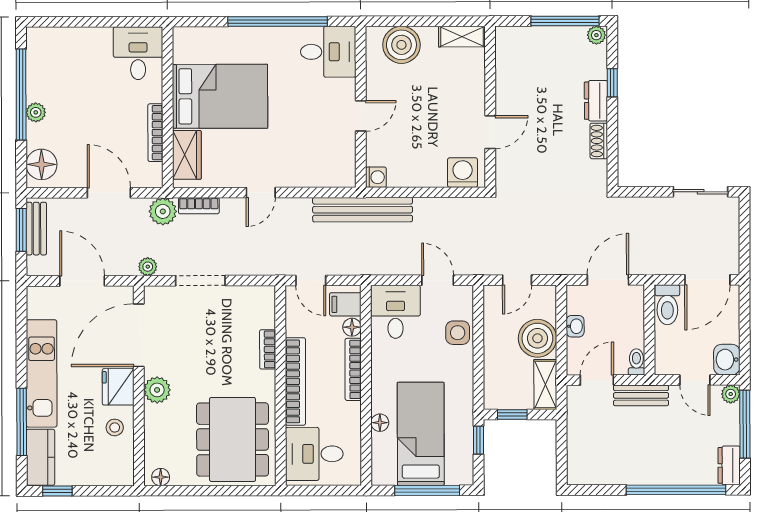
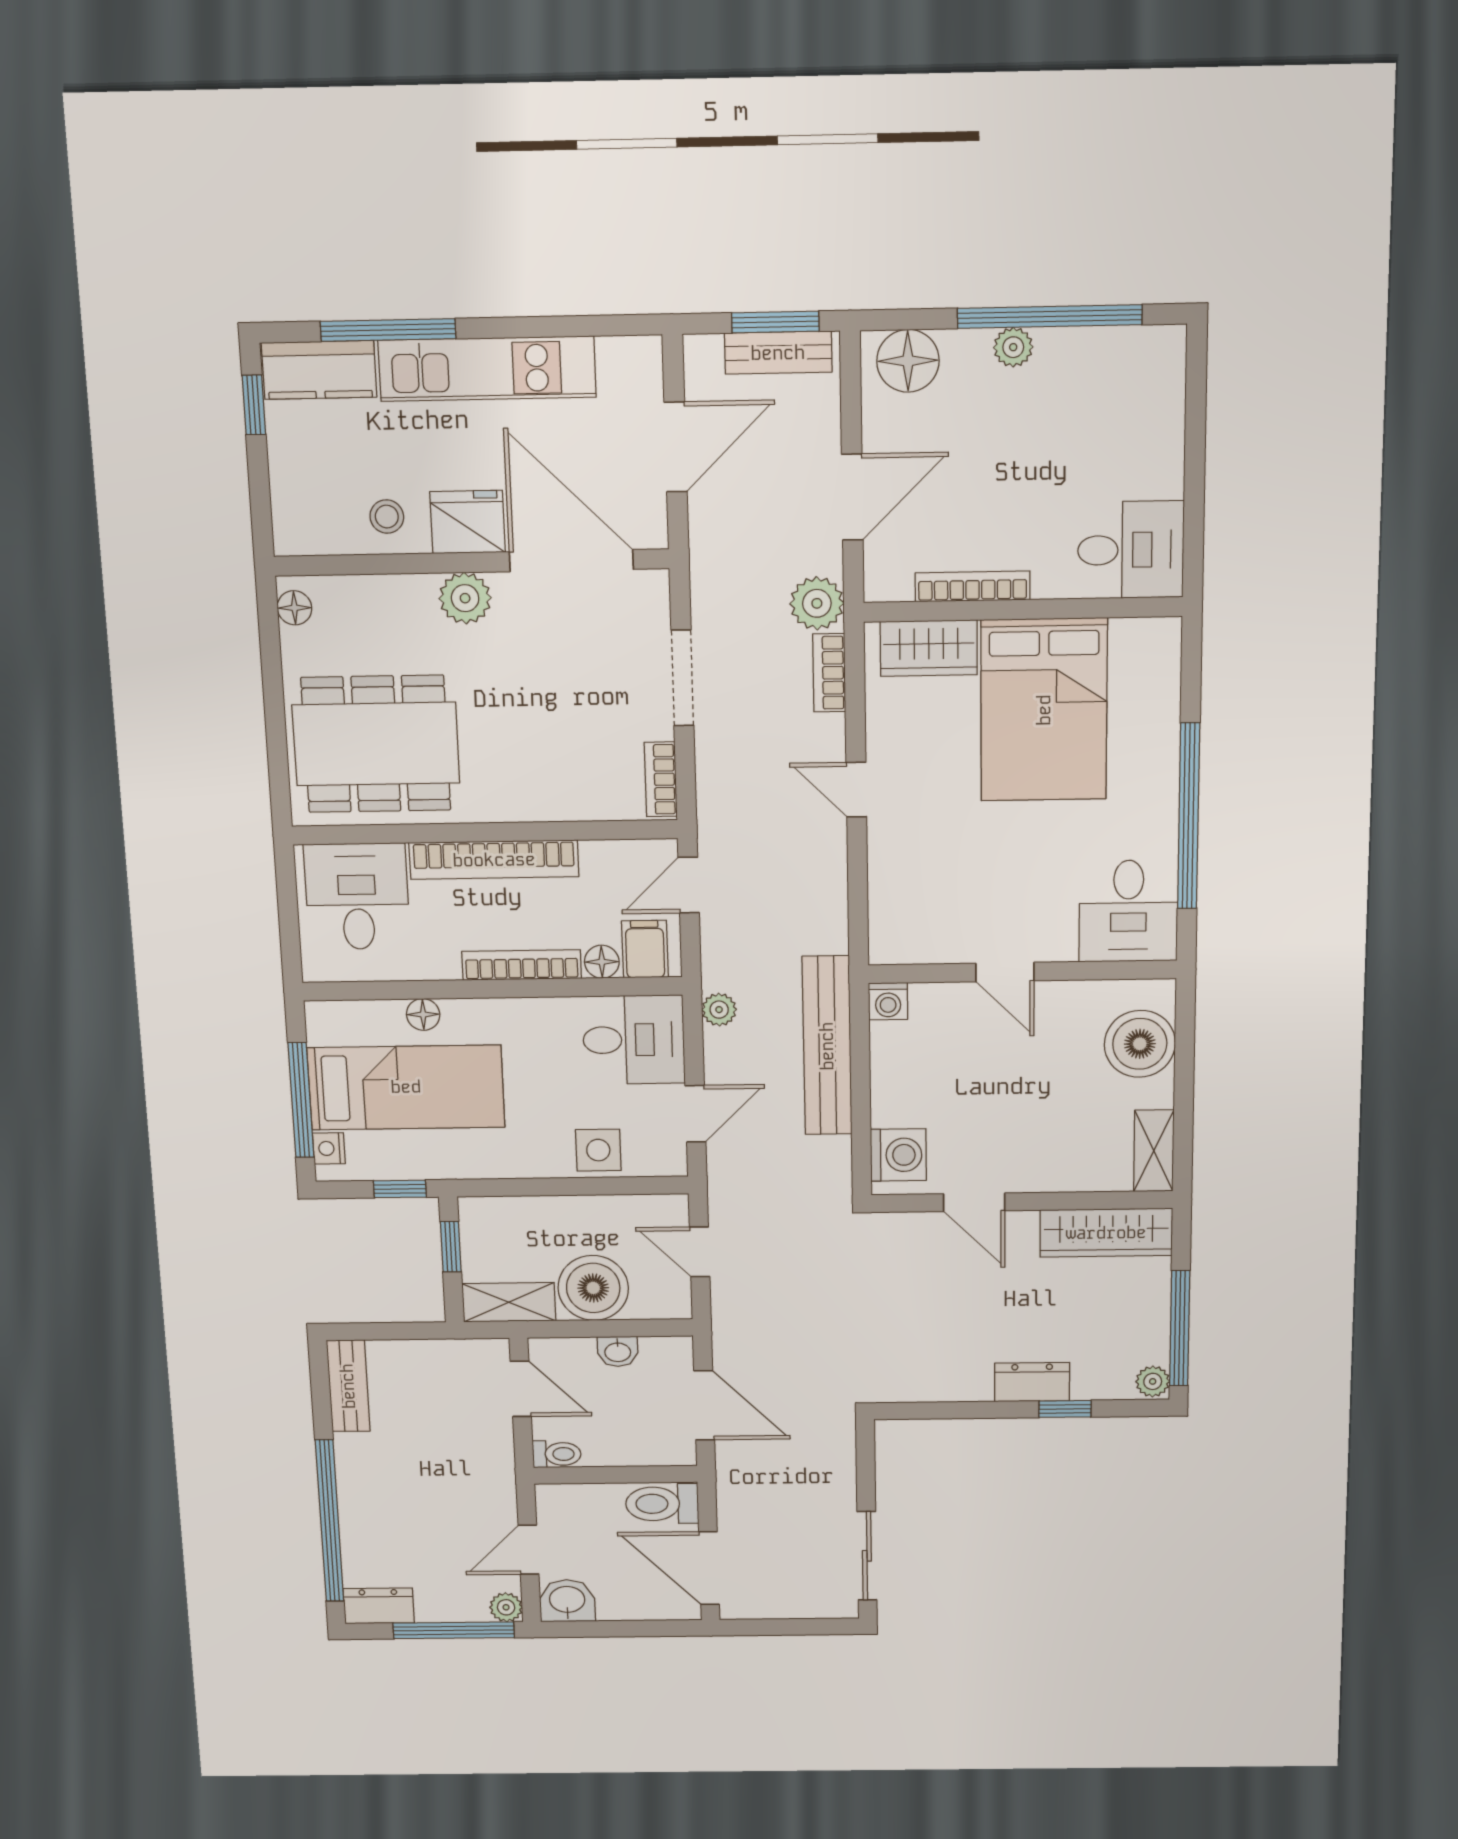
wardrobe: (509, 61) -> (1106, 1233), added
shoe rack: (599, 141) -> (958, 1388), removed
bench: (363, 210) -> (827, 1046), moved
plant: (148, 267) -> (719, 1010), moved
bookcase: (268, 349) -> (661, 779), moved, turned -90
bench: (641, 395) -> (348, 1386), moved
nightstand: (455, 477) -> (329, 1148), added

